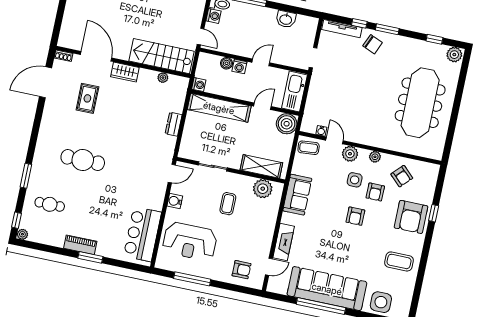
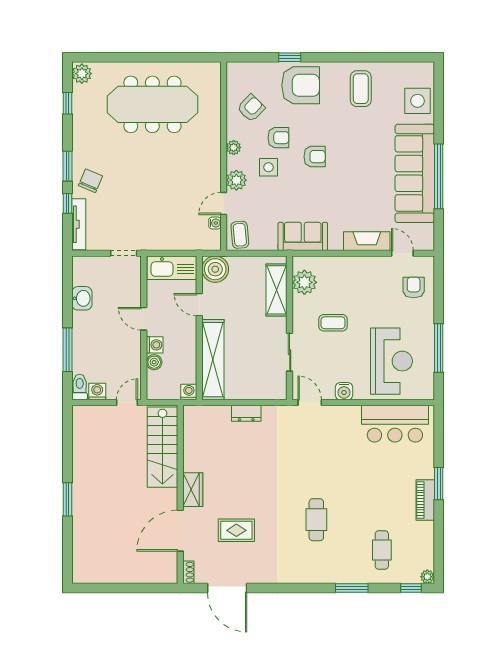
plant: (163, 78) -> (190, 440), removed
cafe table: (83, 160) -> (316, 520), width x0.73, depth x0.74

